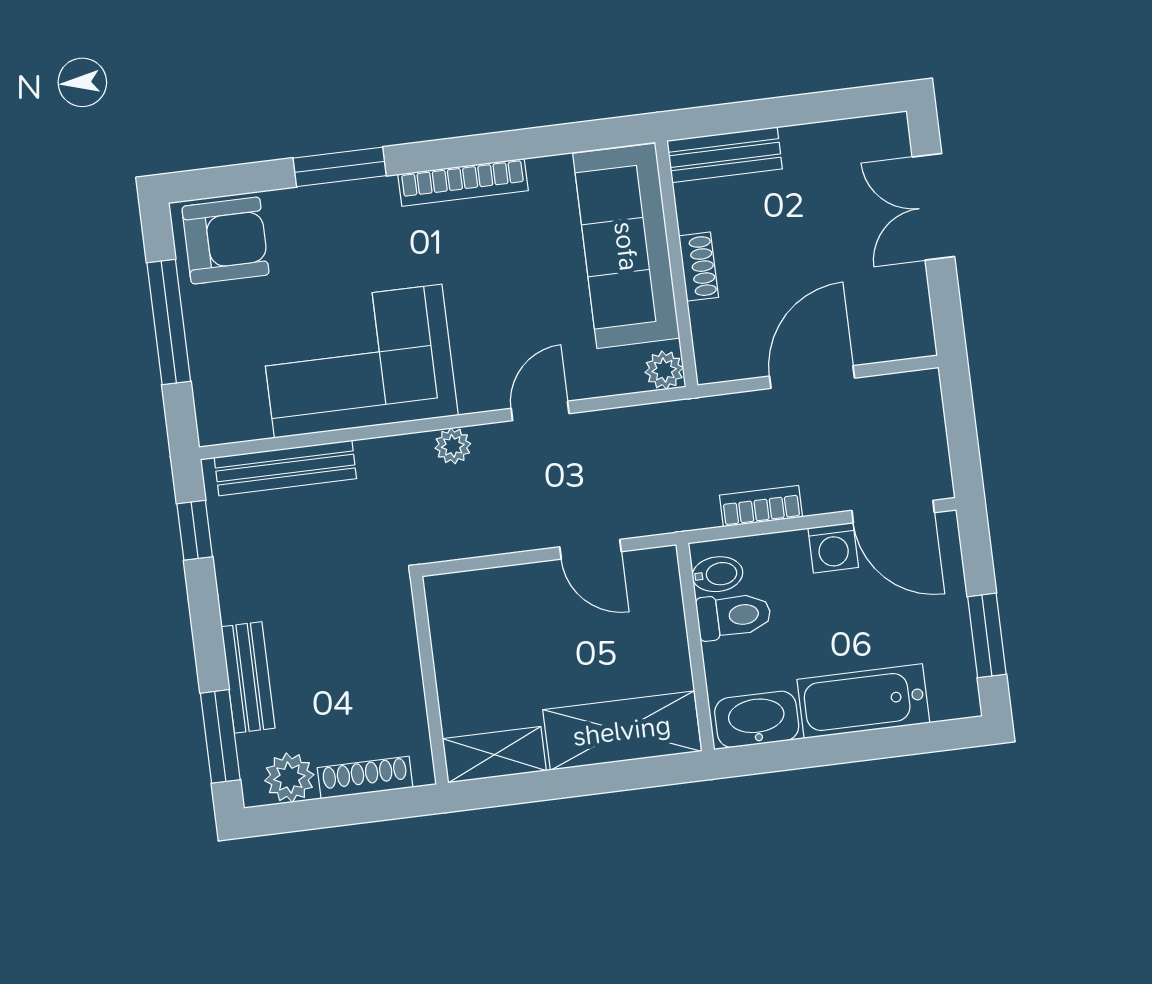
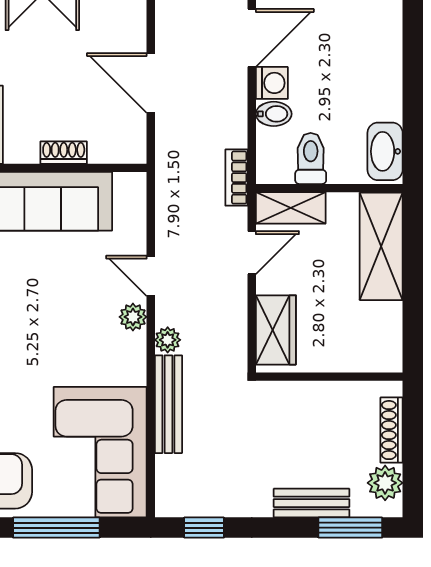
corner sofa: (358, 361) -> (100, 452), moved
plant: (664, 370) -> (133, 317), moved
bench: (285, 468) -> (168, 404), moved
bookcase: (761, 506) -> (236, 178), moved
bidet: (717, 574) -> (274, 114), moved, turned 90
wardrobe: (486, 597) -> (276, 330), added
bathtub: (863, 701) -> (382, 75), removed
shelving: (494, 755) -> (291, 208), moved, turned 90

